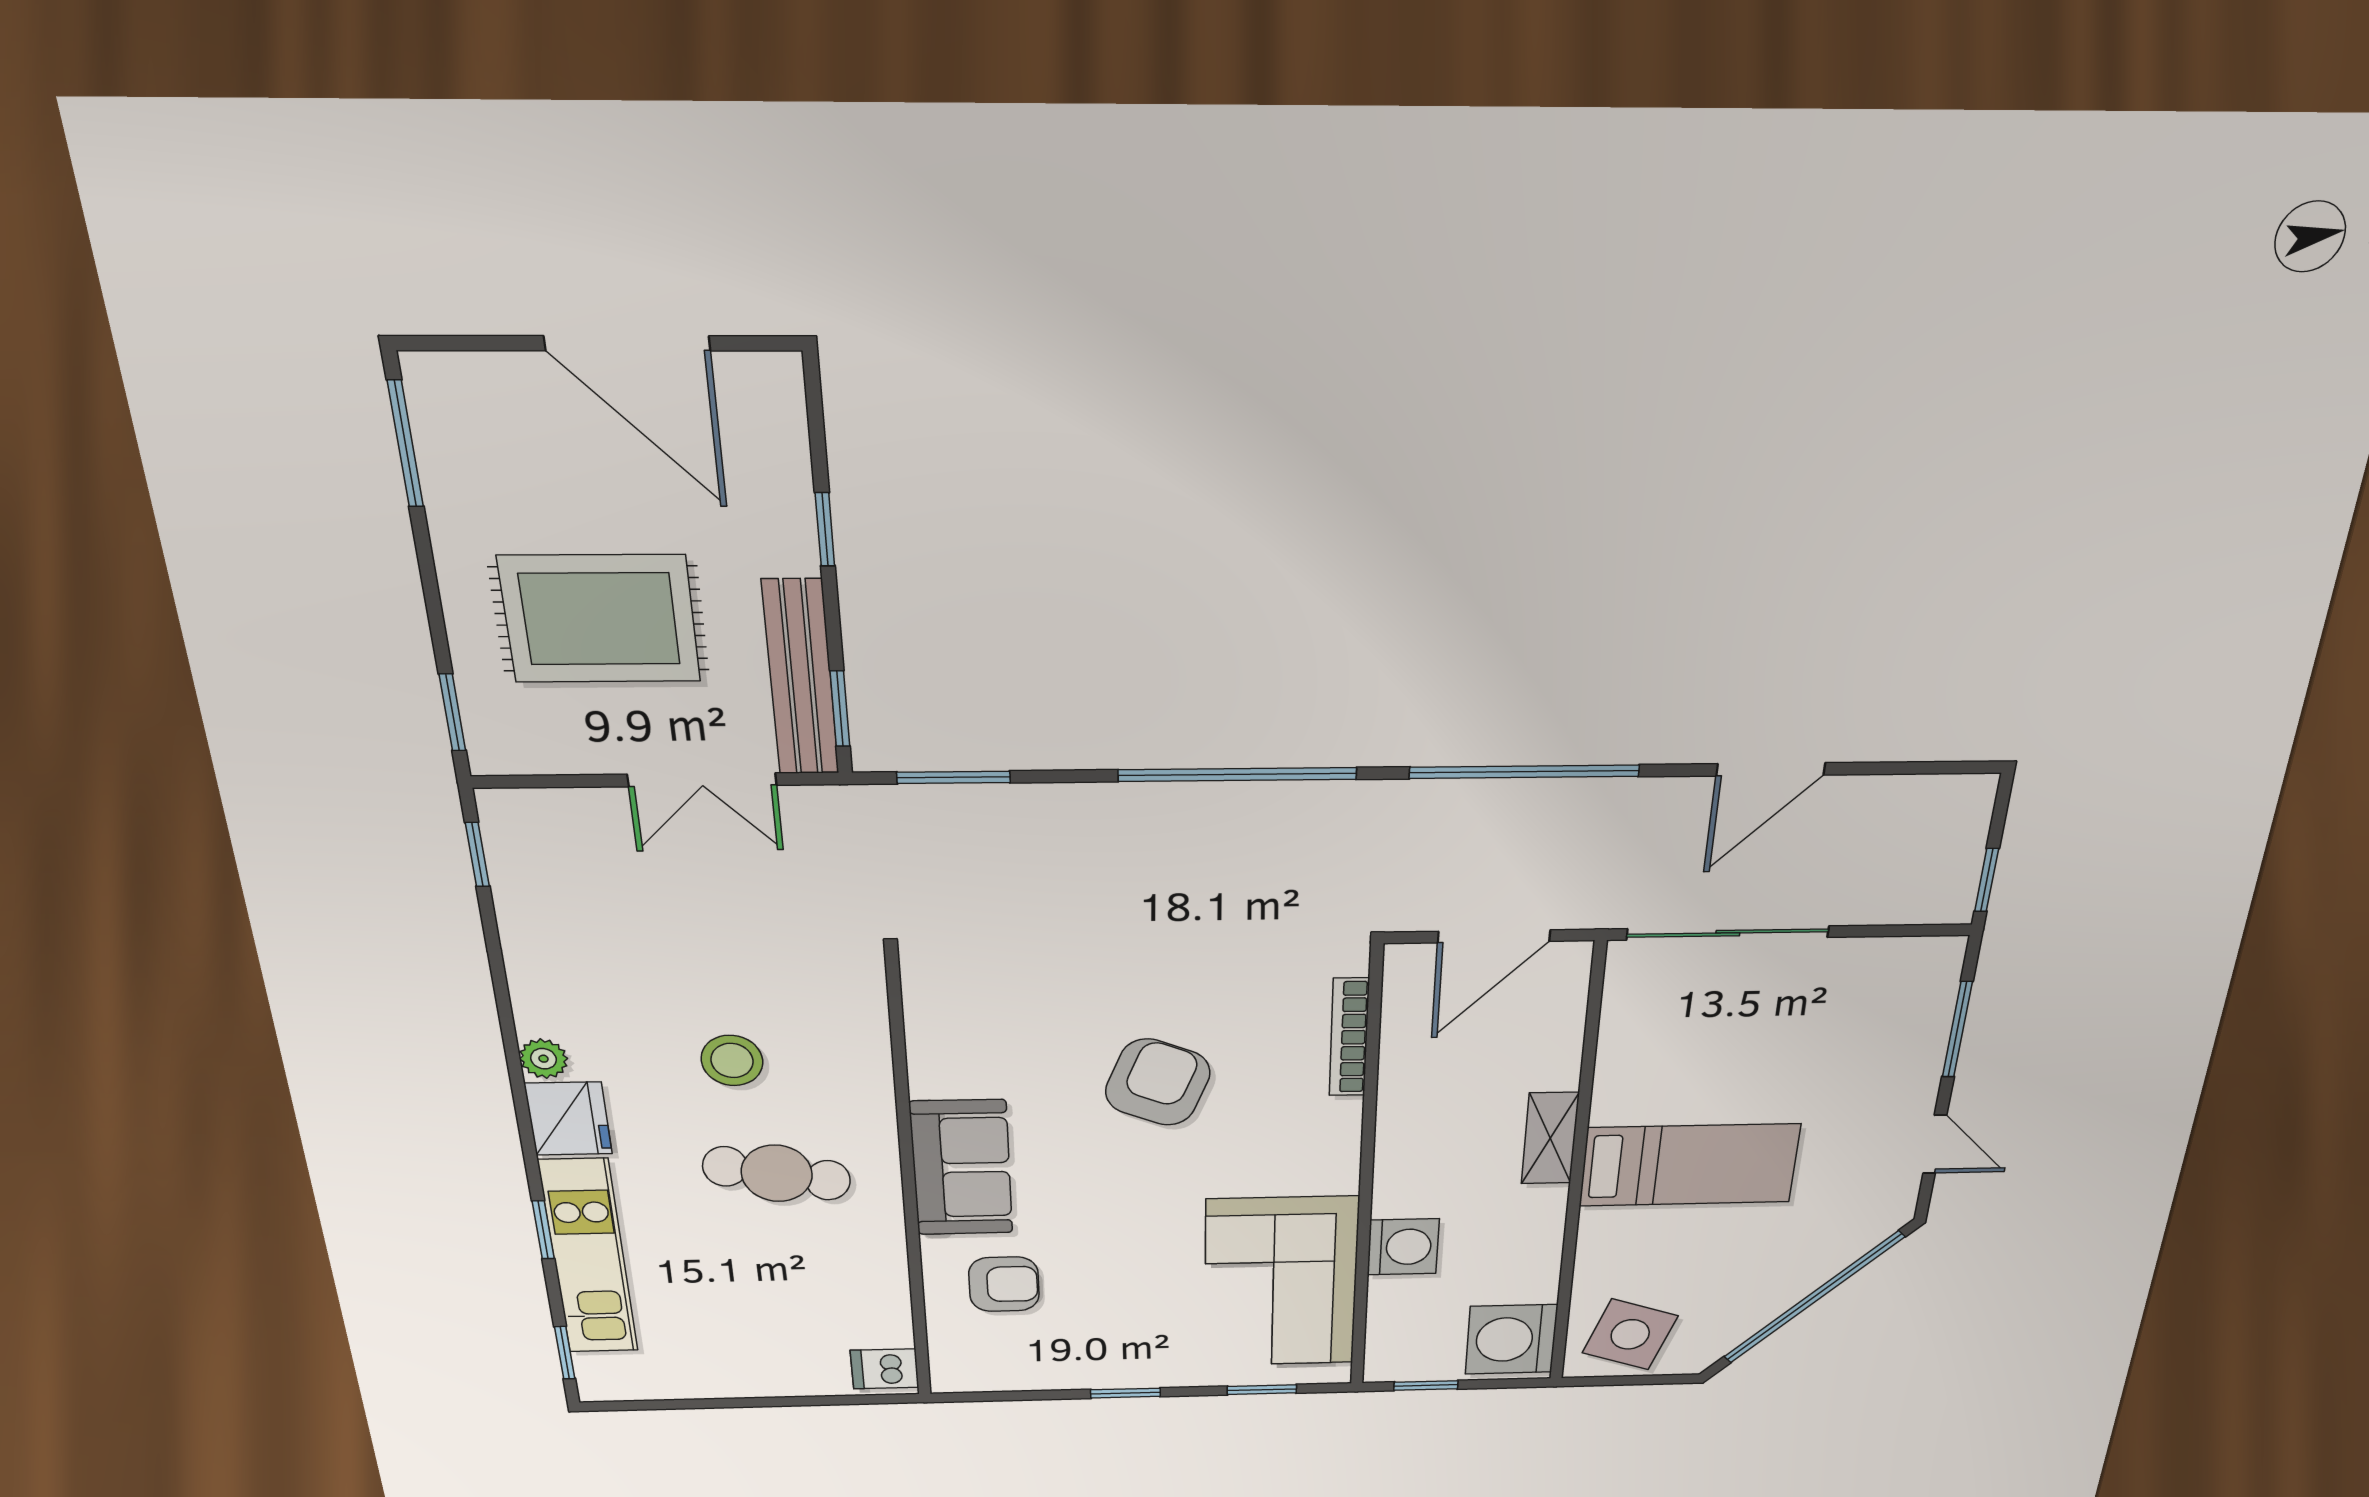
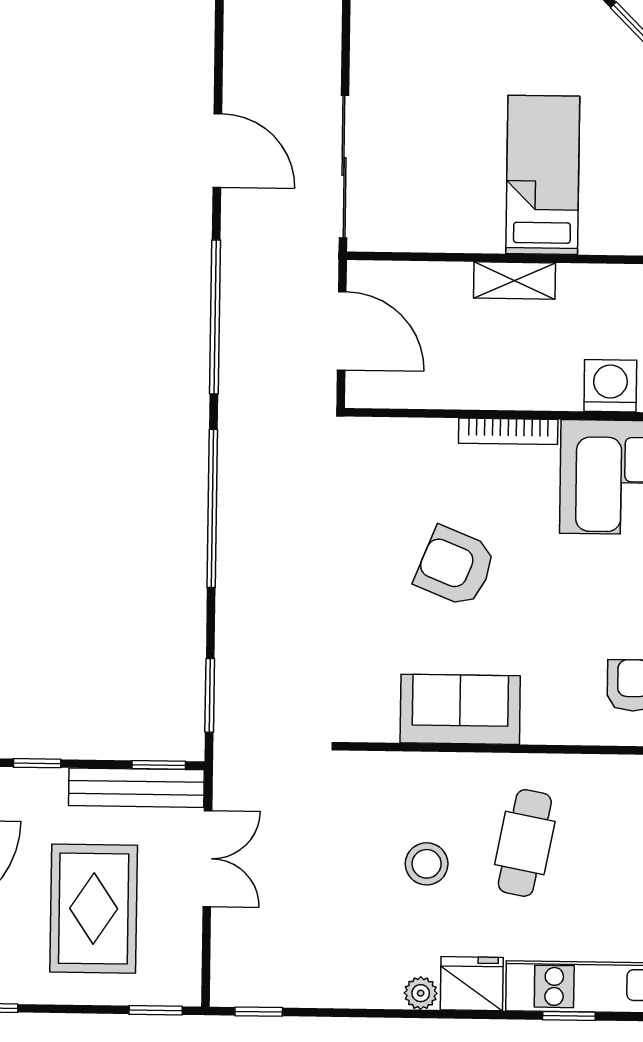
bookcase: (1349, 1037) -> (508, 431), moved
sofa: (961, 1168) -> (460, 709), moved

